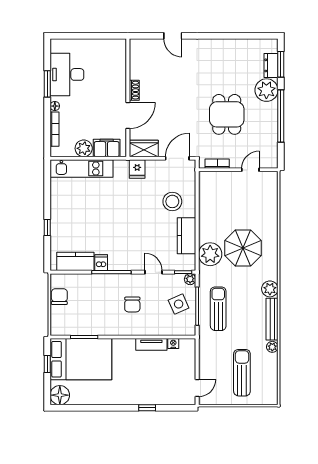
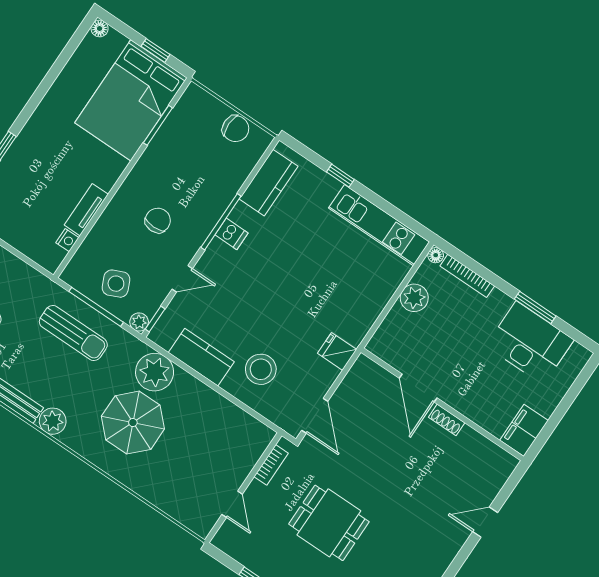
floor lamp: (55, 106) -> (436, 255), moved
filing cabinet: (107, 148) -> (524, 430), moved, turned 180
wardrobe: (144, 148) -> (359, 379), removed
kitchen unit: (81, 169) -> (379, 225), moved, turned -90
dishwasher: (101, 263) -> (231, 234), moved
chair: (132, 305) -> (158, 220), turned 90
floor lamp: (60, 395) -> (100, 29), width x0.53, depth x0.53

